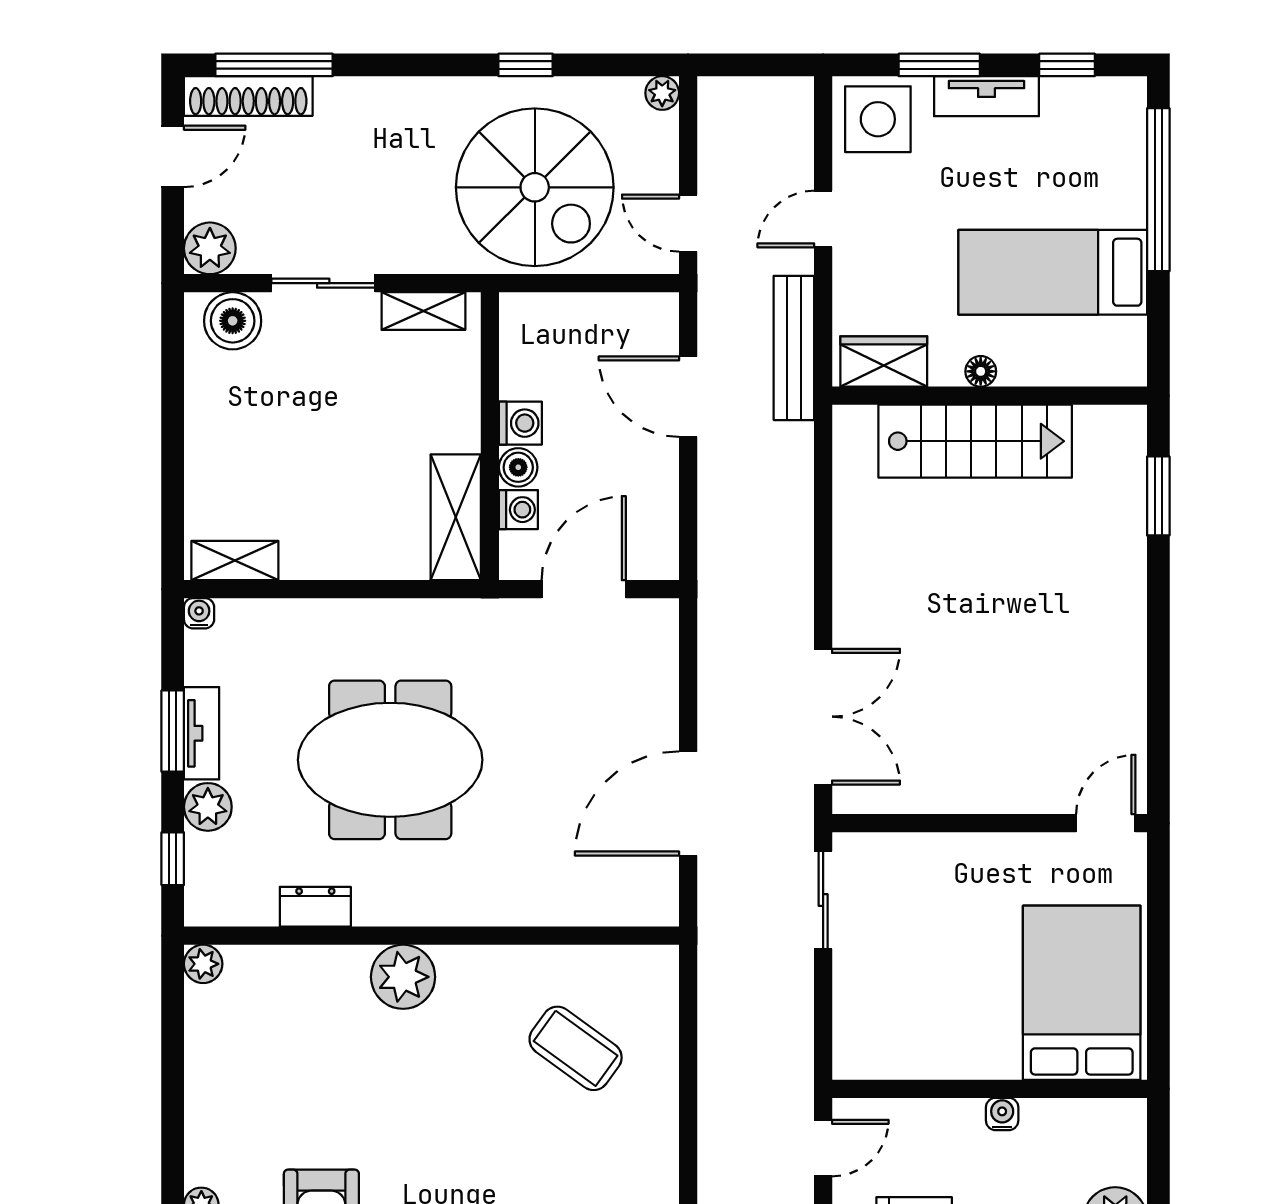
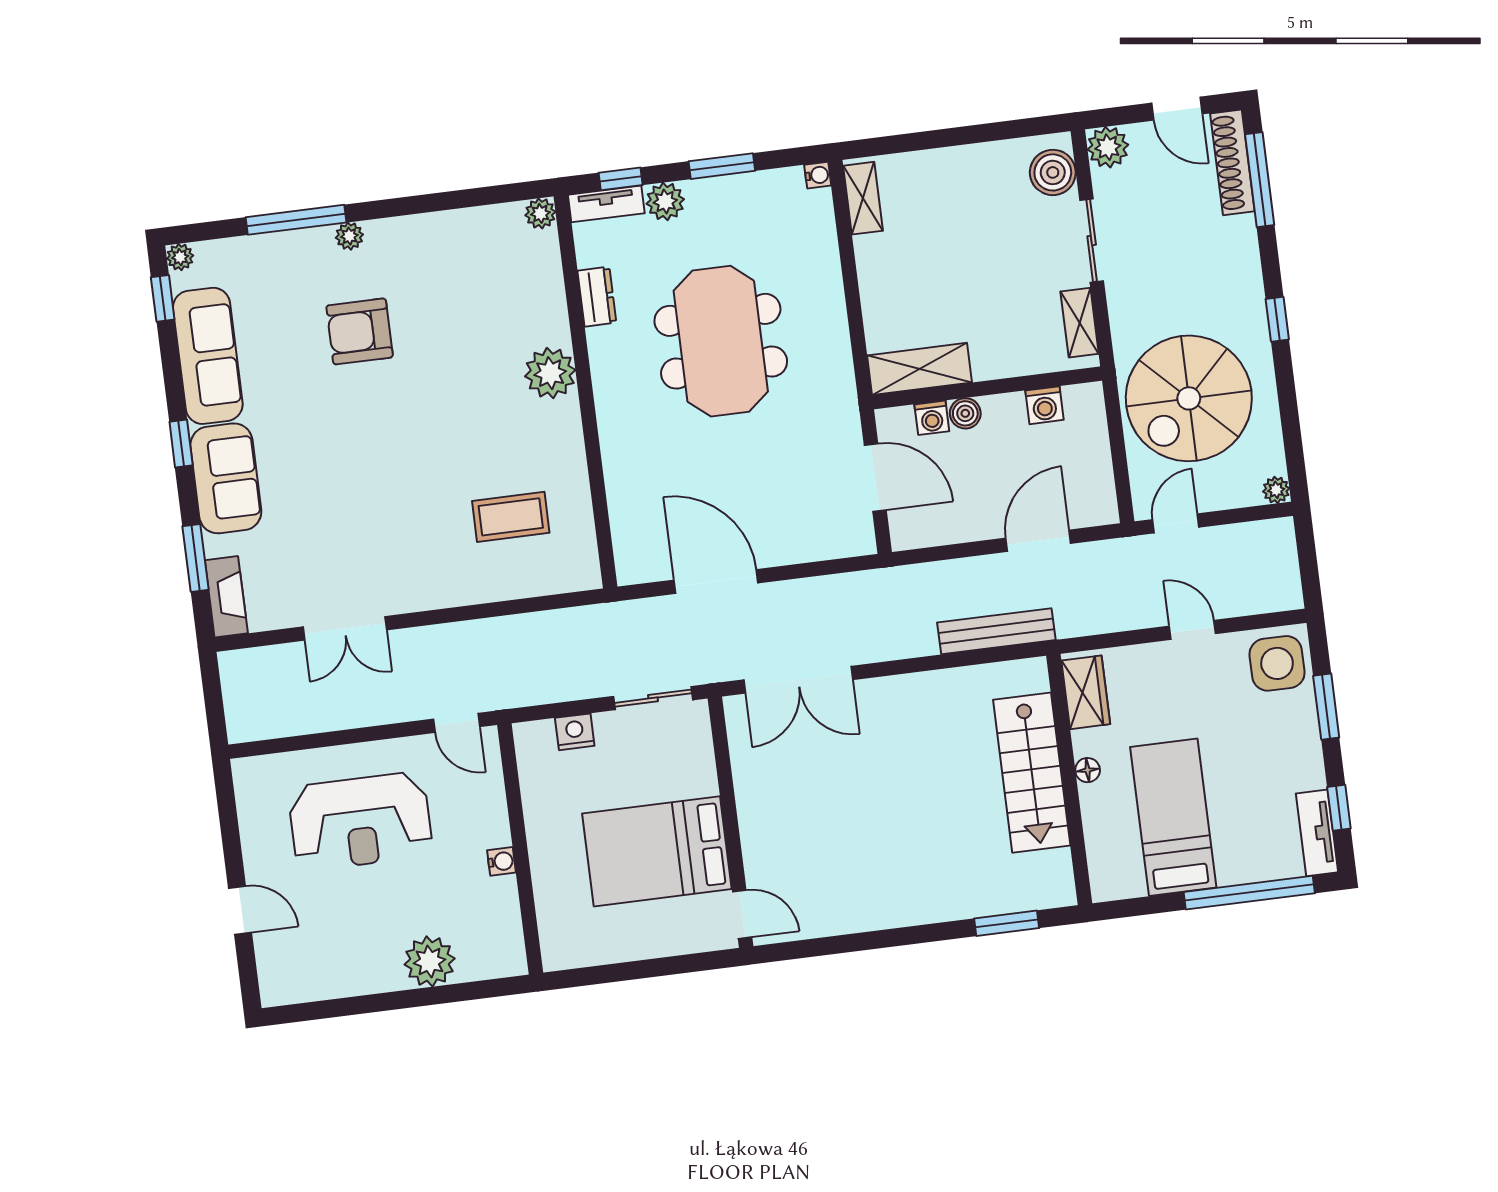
window: (526, 65) -> (1277, 319), moved
tv unit: (986, 96) -> (1317, 833), moved
bench: (794, 348) -> (996, 631), moved
washing machine: (520, 423) -> (1044, 405), moved
tv unit: (202, 733) -> (606, 204), moved
bed: (1082, 993) -> (657, 851), moved, turned 180
nightstand: (853, 1003) -> (575, 732), added
coffee table: (576, 1048) -> (511, 517), turned 54

